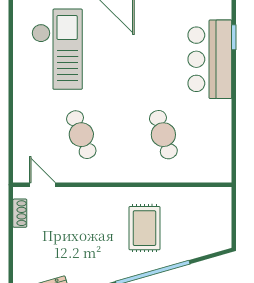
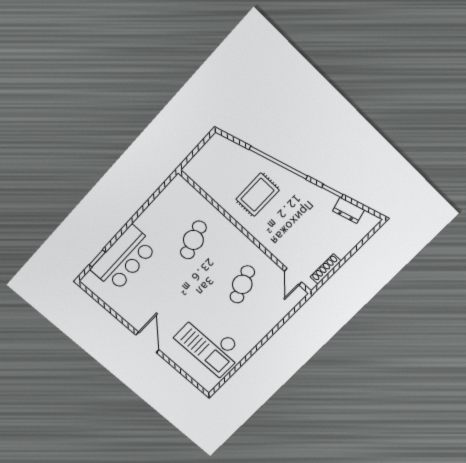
checkout: (57, 49) -> (210, 345), turned -90
shoe rack: (20, 213) -> (326, 269), width x1.43

